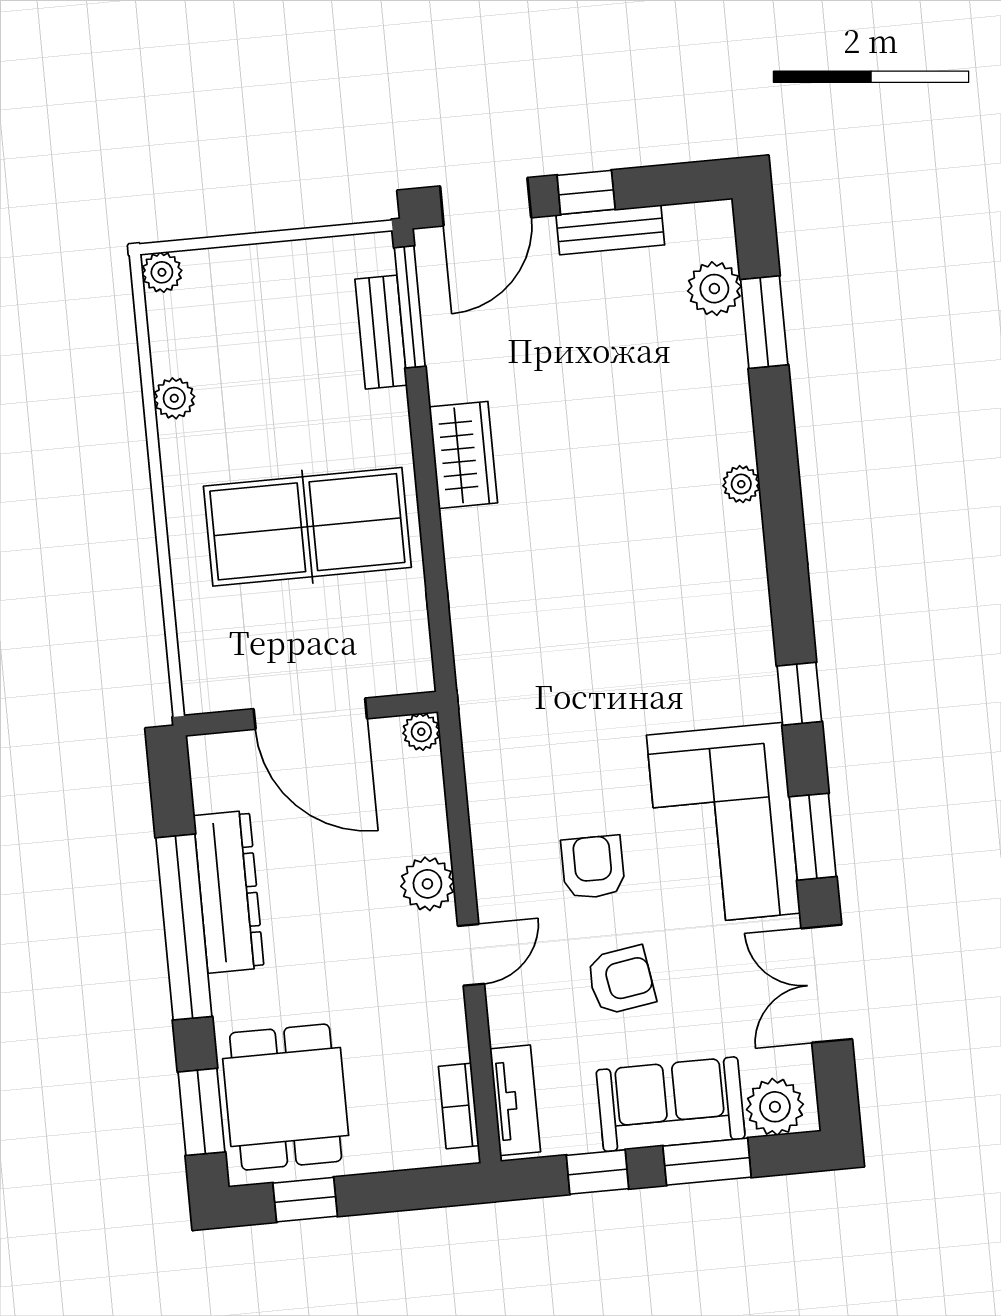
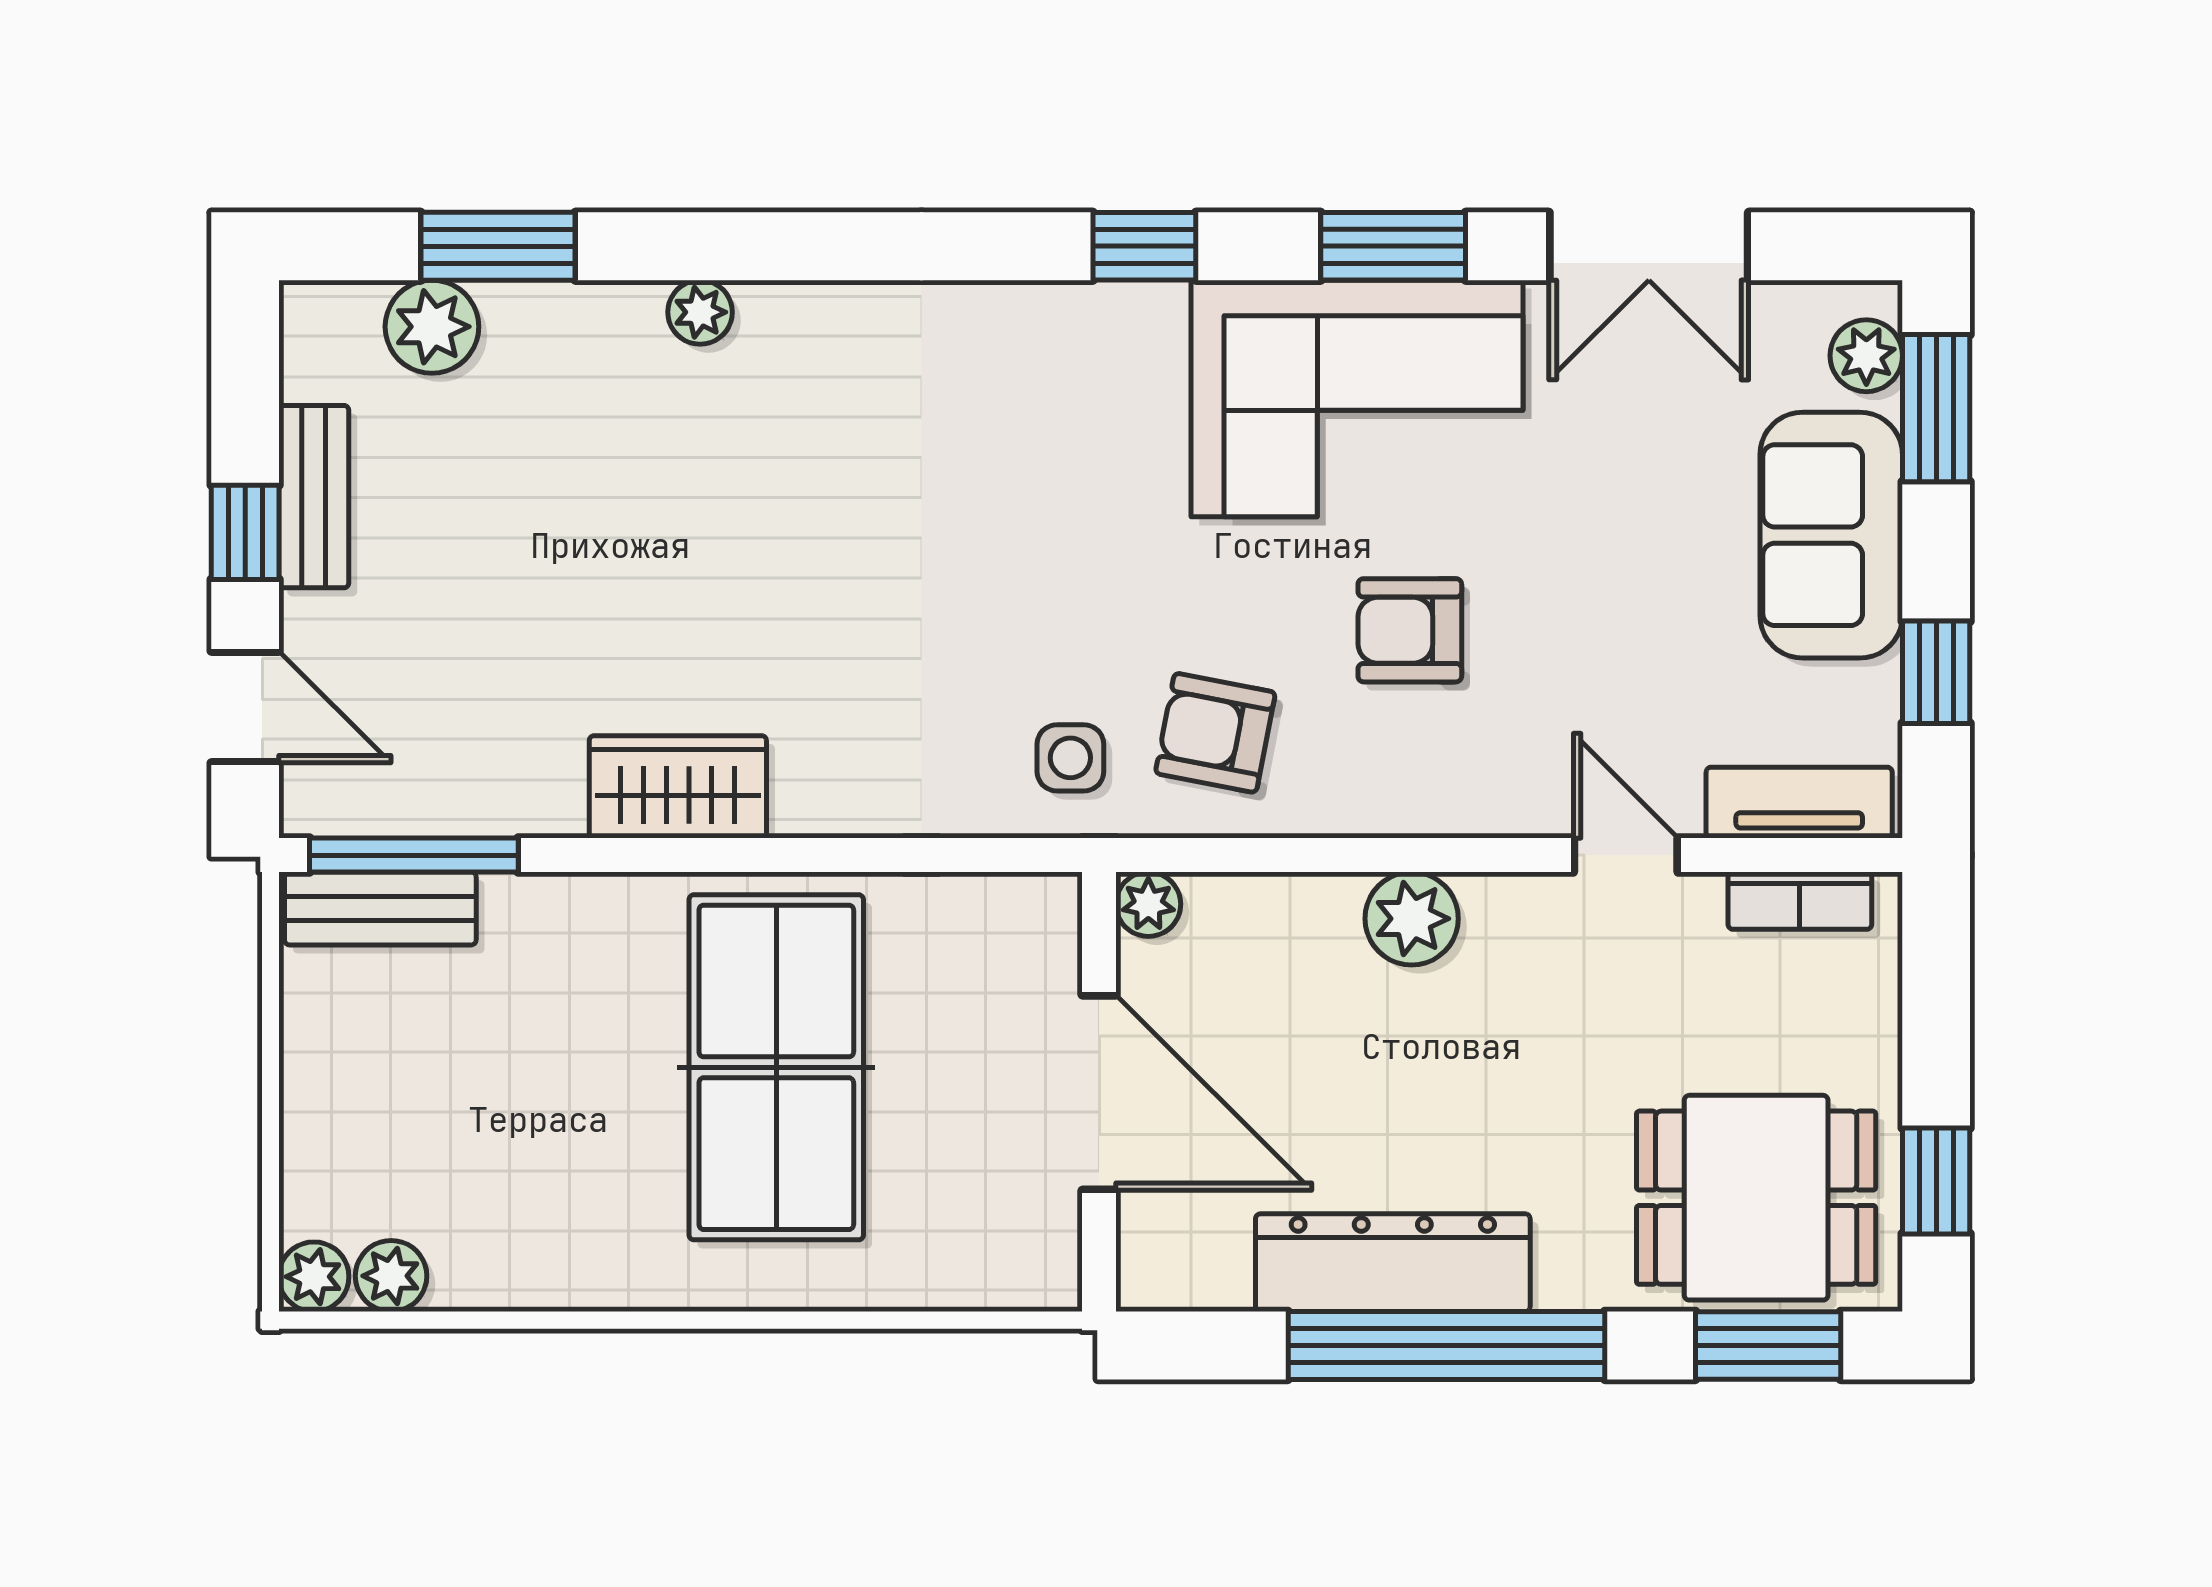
door: (486, 202) -> (245, 707), width x0.73
bench: (381, 332) -> (380, 908), moved
plant: (174, 398) -> (391, 1276), moved
plant: (741, 484) -> (700, 312), moved
side table: (501, 679) -> (1070, 758), added
door: (310, 714) -> (1099, 1093), hinge flipped
door: (471, 955) -> (1626, 855), moved
armchair: (621, 980) -> (1215, 733), moved, turned -70
plant: (775, 1107) -> (1866, 356), width x0.73, depth x0.73
window: (707, 1162) -> (1936, 408), moved

